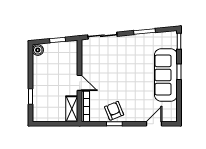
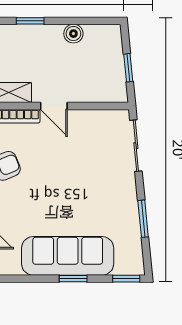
boiler: (38, 50) -> (73, 34), moved
door: (80, 83) -> (54, 106), hinge flipped

